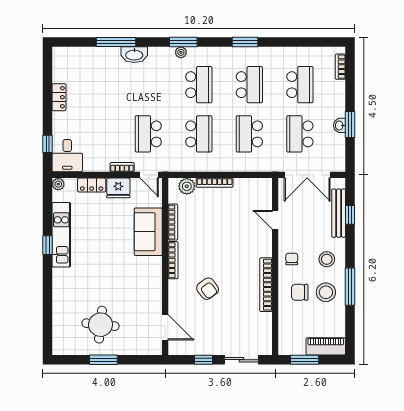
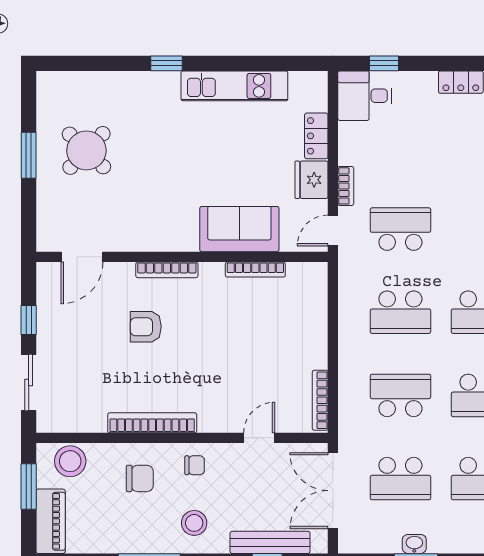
school desk: (300, 134) -> (400, 479), turned 180
bookcase: (215, 183) -> (320, 400), moved
plant: (58, 184) -> (318, 81), removed
plant: (187, 186) -> (314, 293), removed
window: (48, 245) -> (166, 63), moved
bookcase: (173, 260) -> (167, 270), moved
armchair: (208, 289) -> (146, 327), turned 37
chair: (300, 292) -> (140, 478), turned 90
stool: (326, 292) -> (70, 461), moved
round table: (101, 325) -> (86, 150), turned 38

